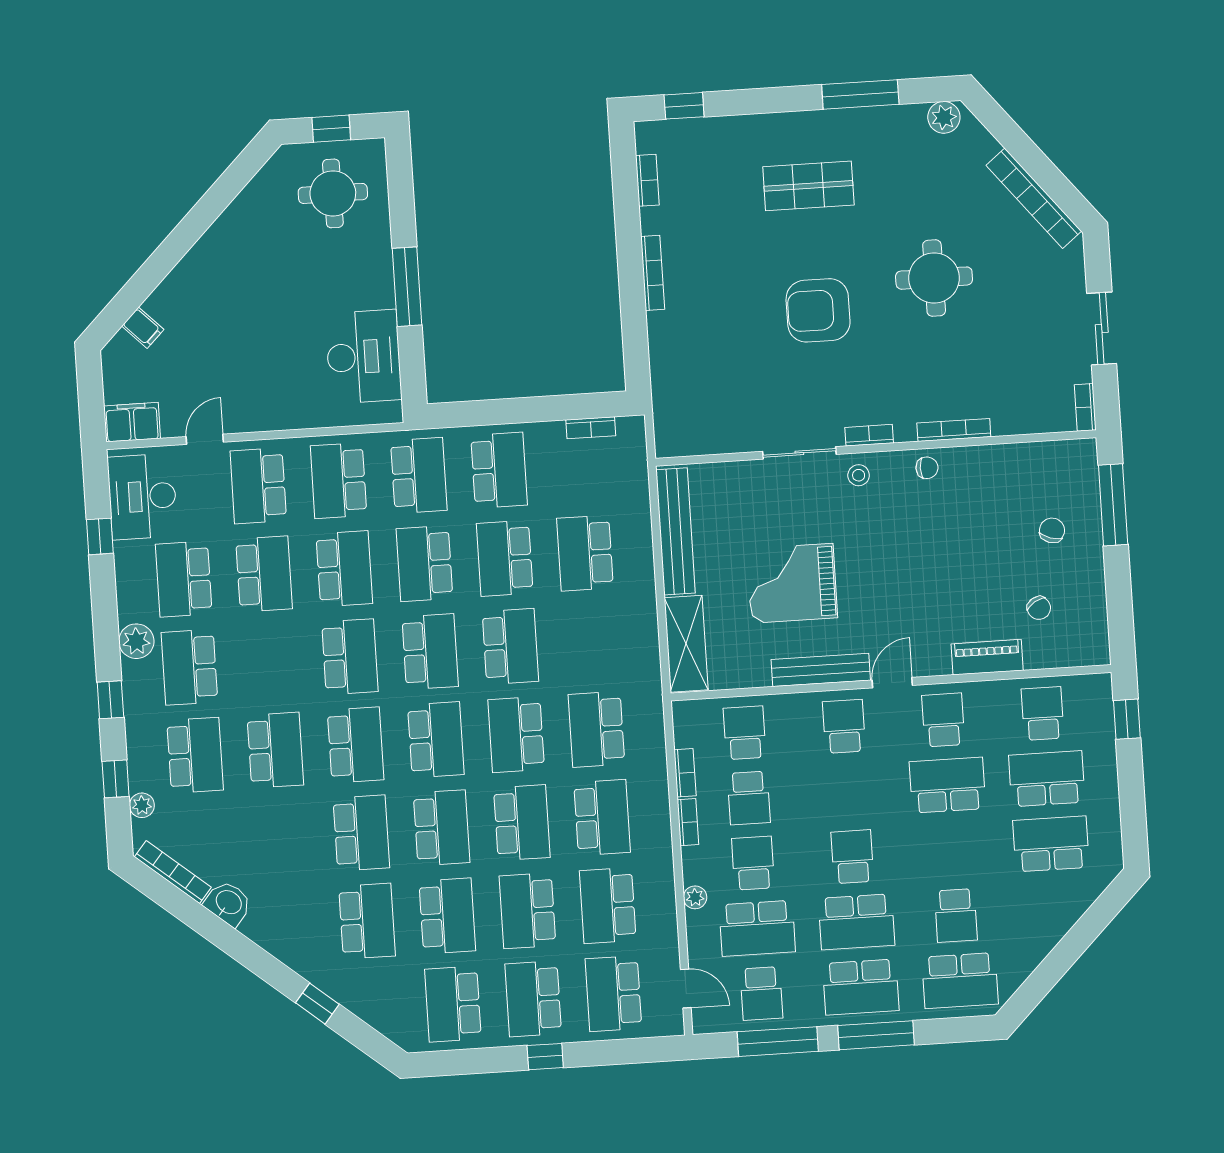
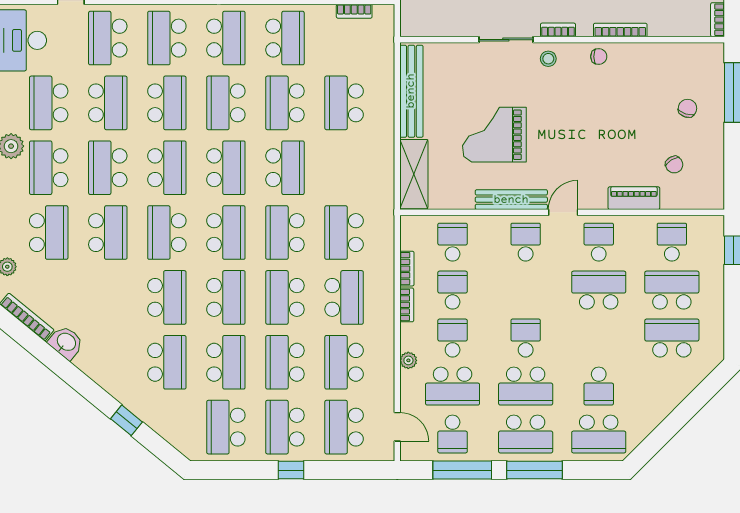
school desk: (270, 662) -> (108, 168), added
school desk: (356, 745) -> (167, 233), turned 180
school desk: (749, 798) -> (453, 290), turned 180
school desk: (522, 823) -> (285, 297), turned 180

